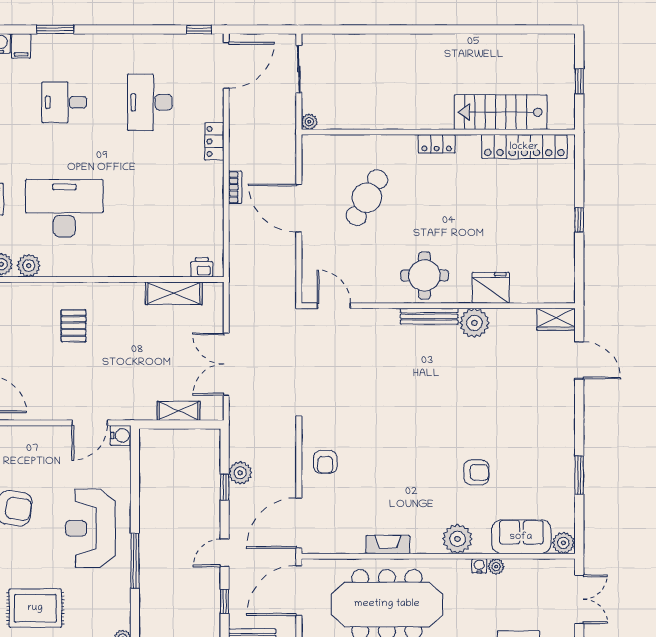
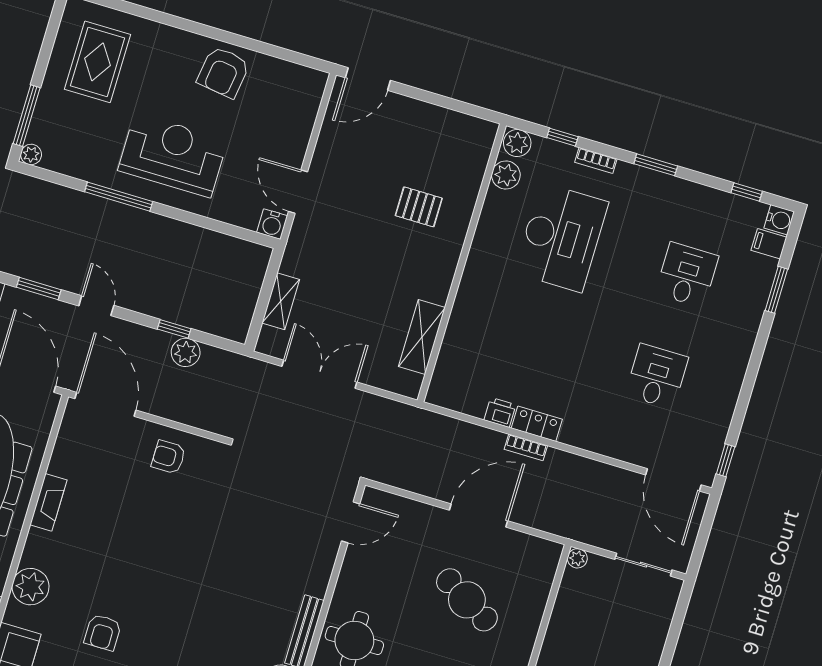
desk: (150, 102) -> (657, 376), width x0.73
locker: (214, 141) -> (537, 424), moved
printer: (202, 267) -> (500, 412), moved, turned -90
window: (225, 601) -> (39, 289), width x1.50

